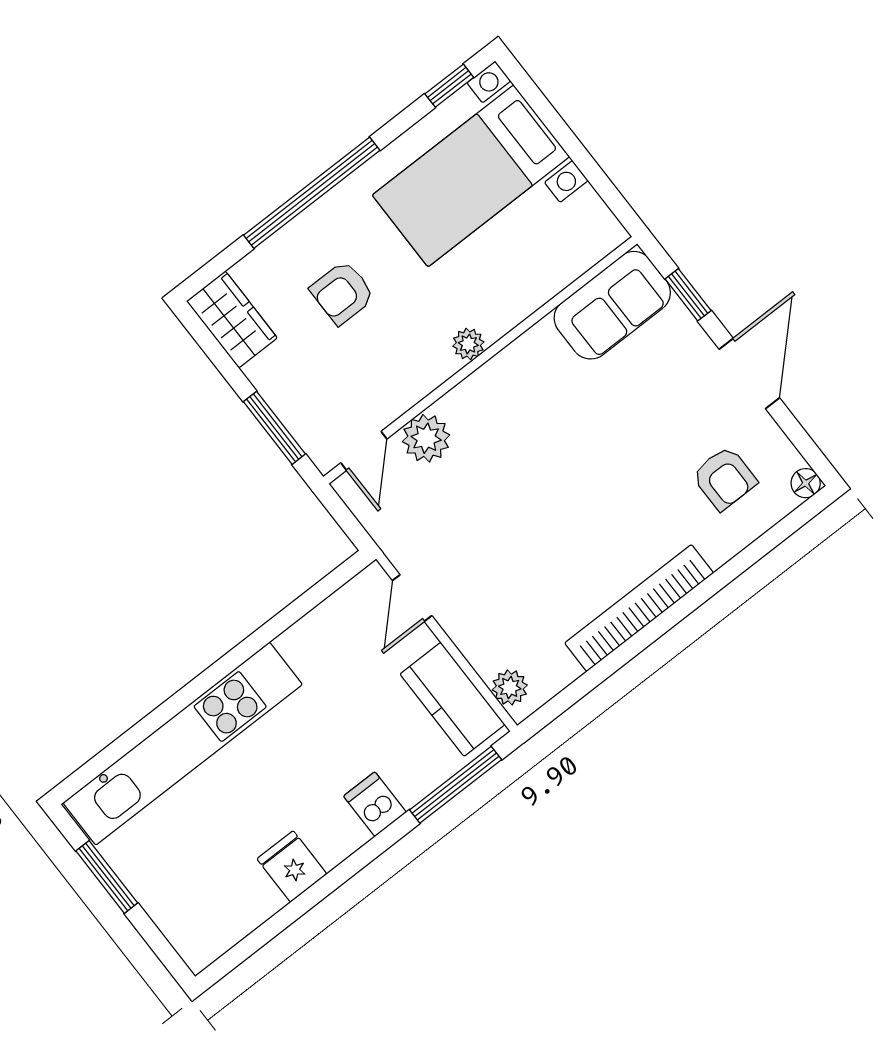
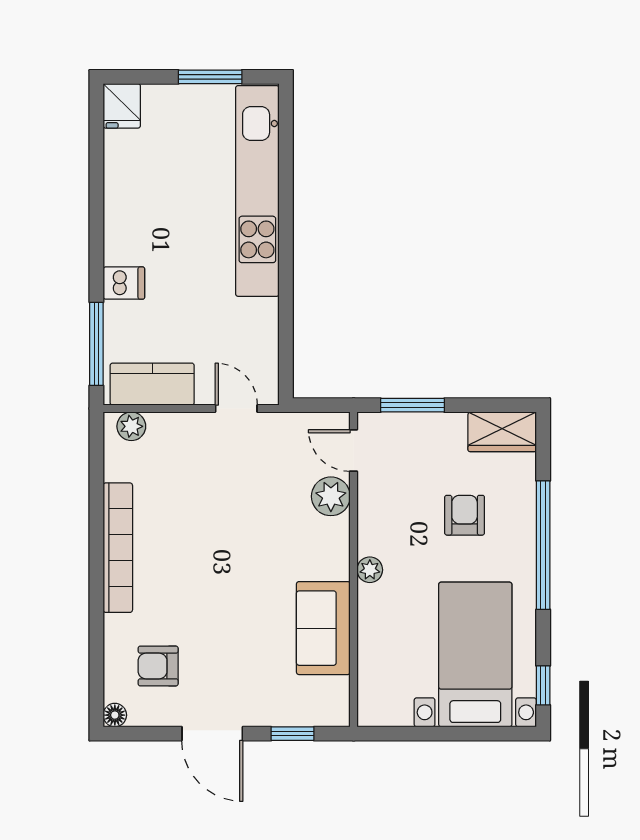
sofa: (612, 305) -> (323, 628), moved
fridge: (292, 866) -> (122, 106), moved, turned 90

